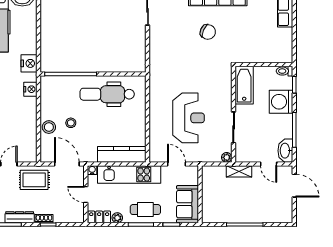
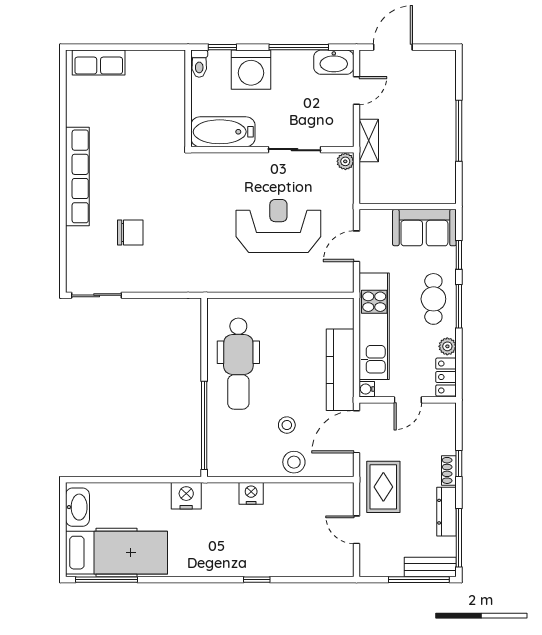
chair: (208, 32) -> (130, 233), moved, turned 66
nightstand: (30, 89) -> (251, 493), moved
kitchen counter: (122, 154) -> (340, 370), moved

